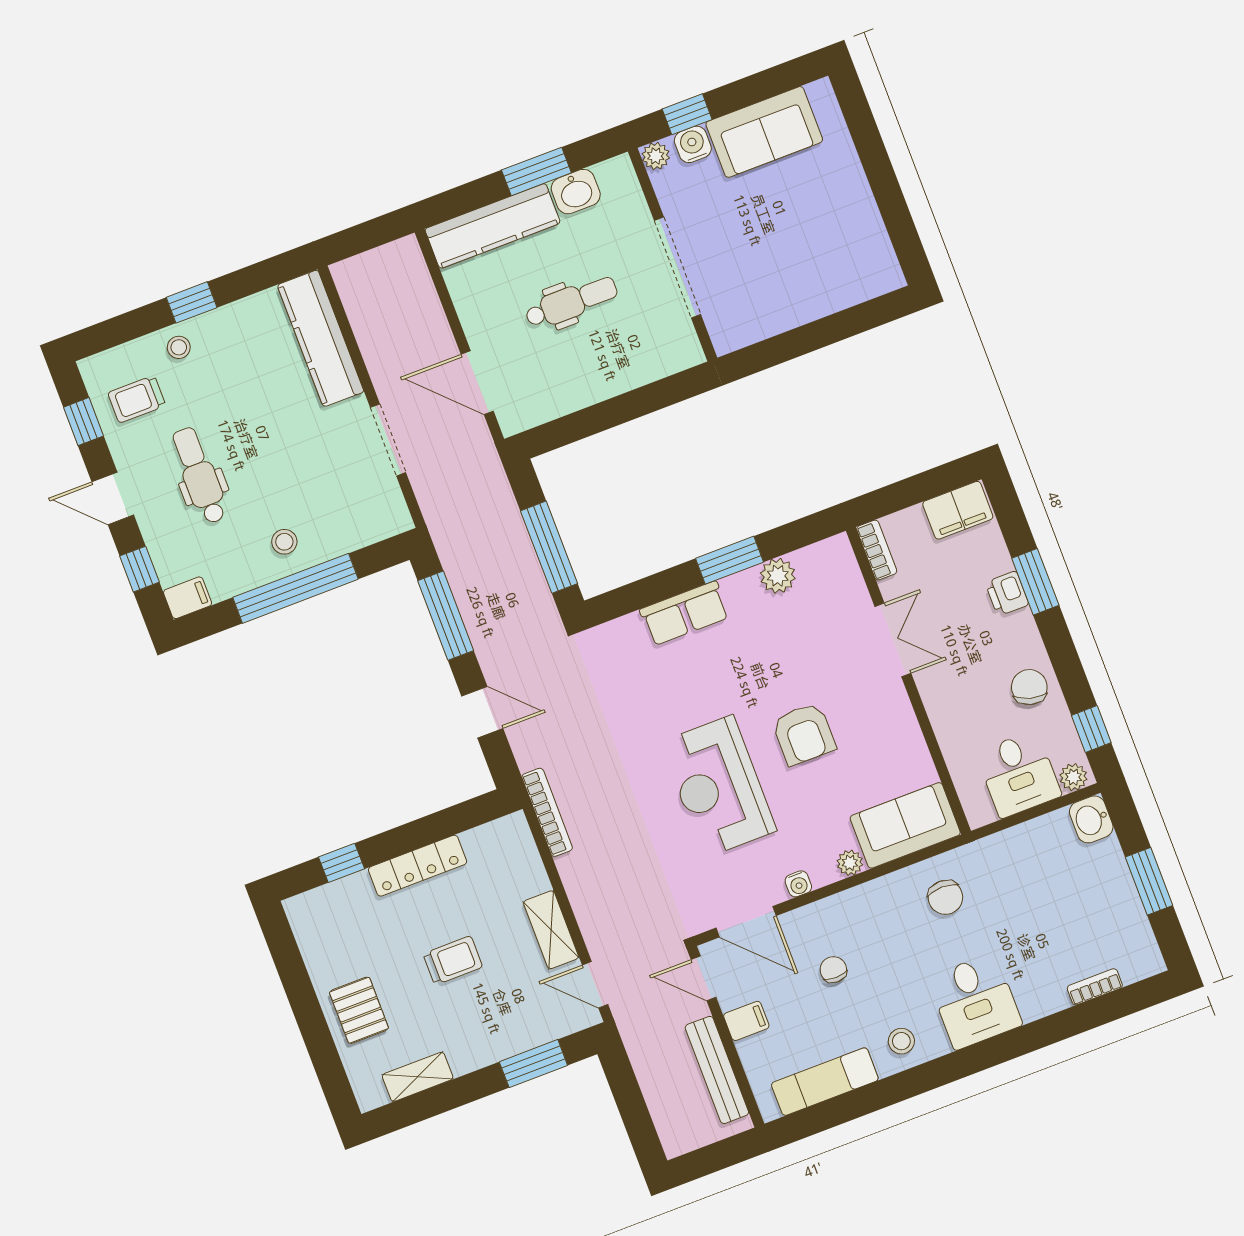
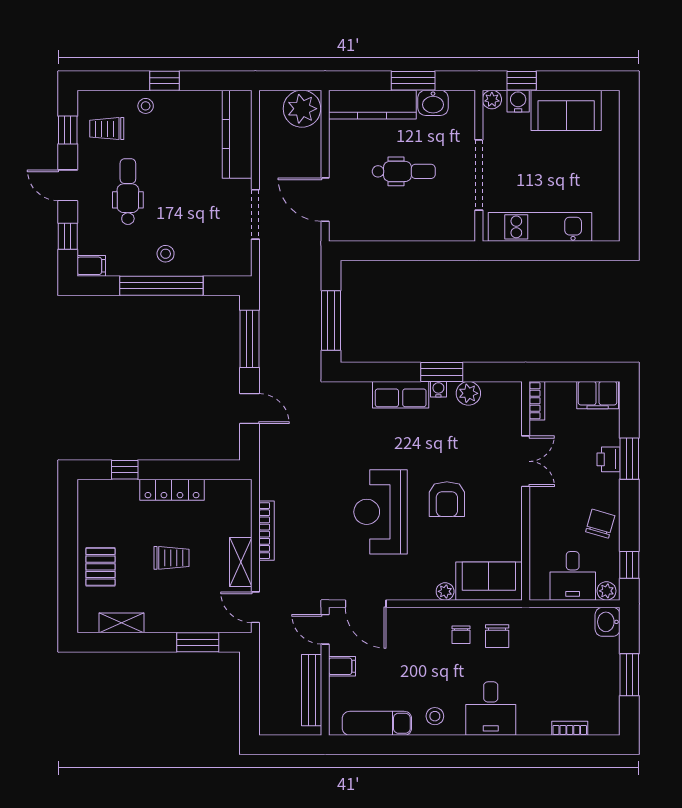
plant: (397, 269) -> (302, 109), added
kitchen unit: (789, 307) -> (540, 227), added
bookcase: (547, 812) -> (266, 531), moved
water cooler: (798, 884) -> (438, 389), moved, turned 180
chair: (833, 970) -> (461, 635), moved, turned 180

